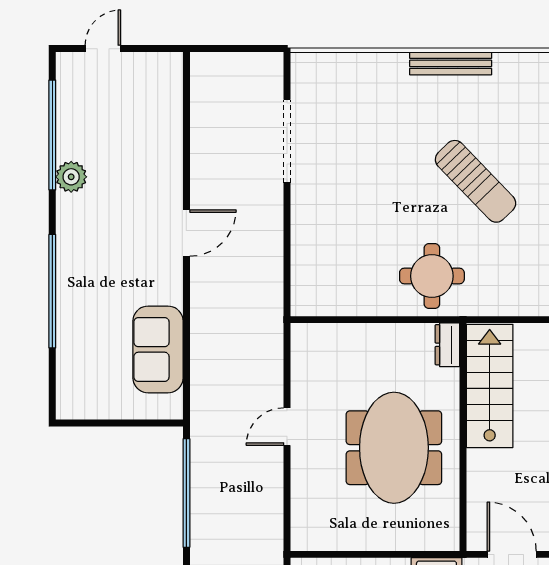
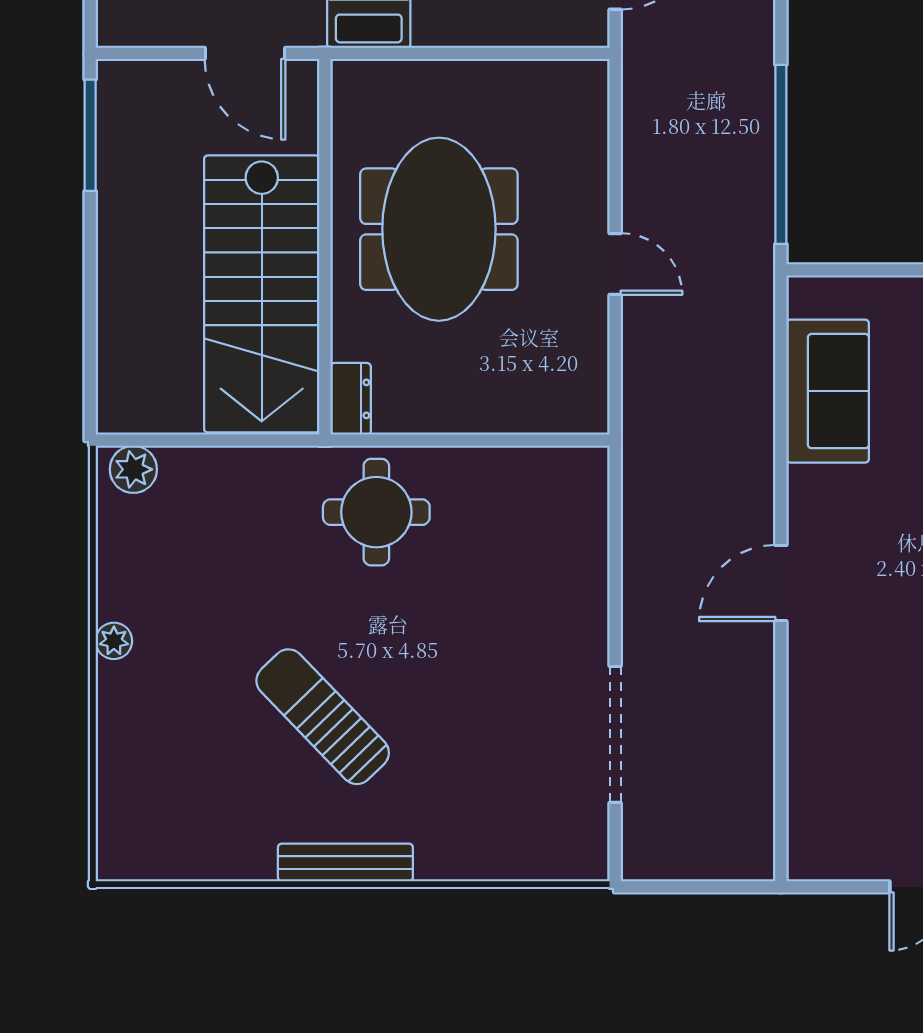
sun lounger: (476, 181) -> (323, 717), moved
stairs: (490, 386) -> (262, 294), width x1.36, depth x1.51
door: (287, 427) -> (615, 264), hinge flipped

